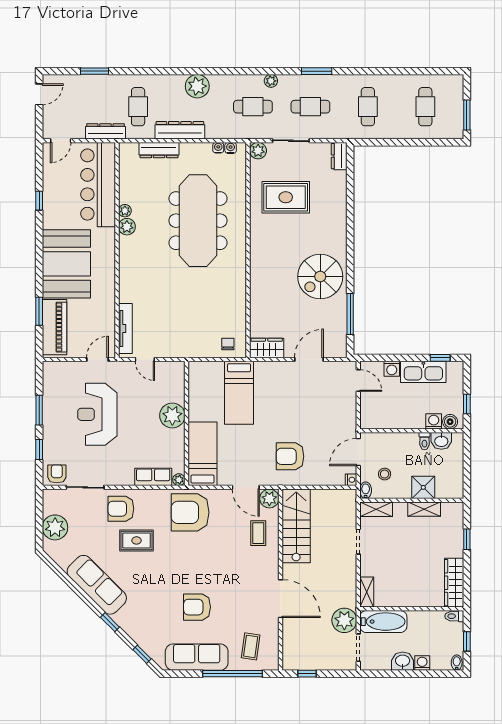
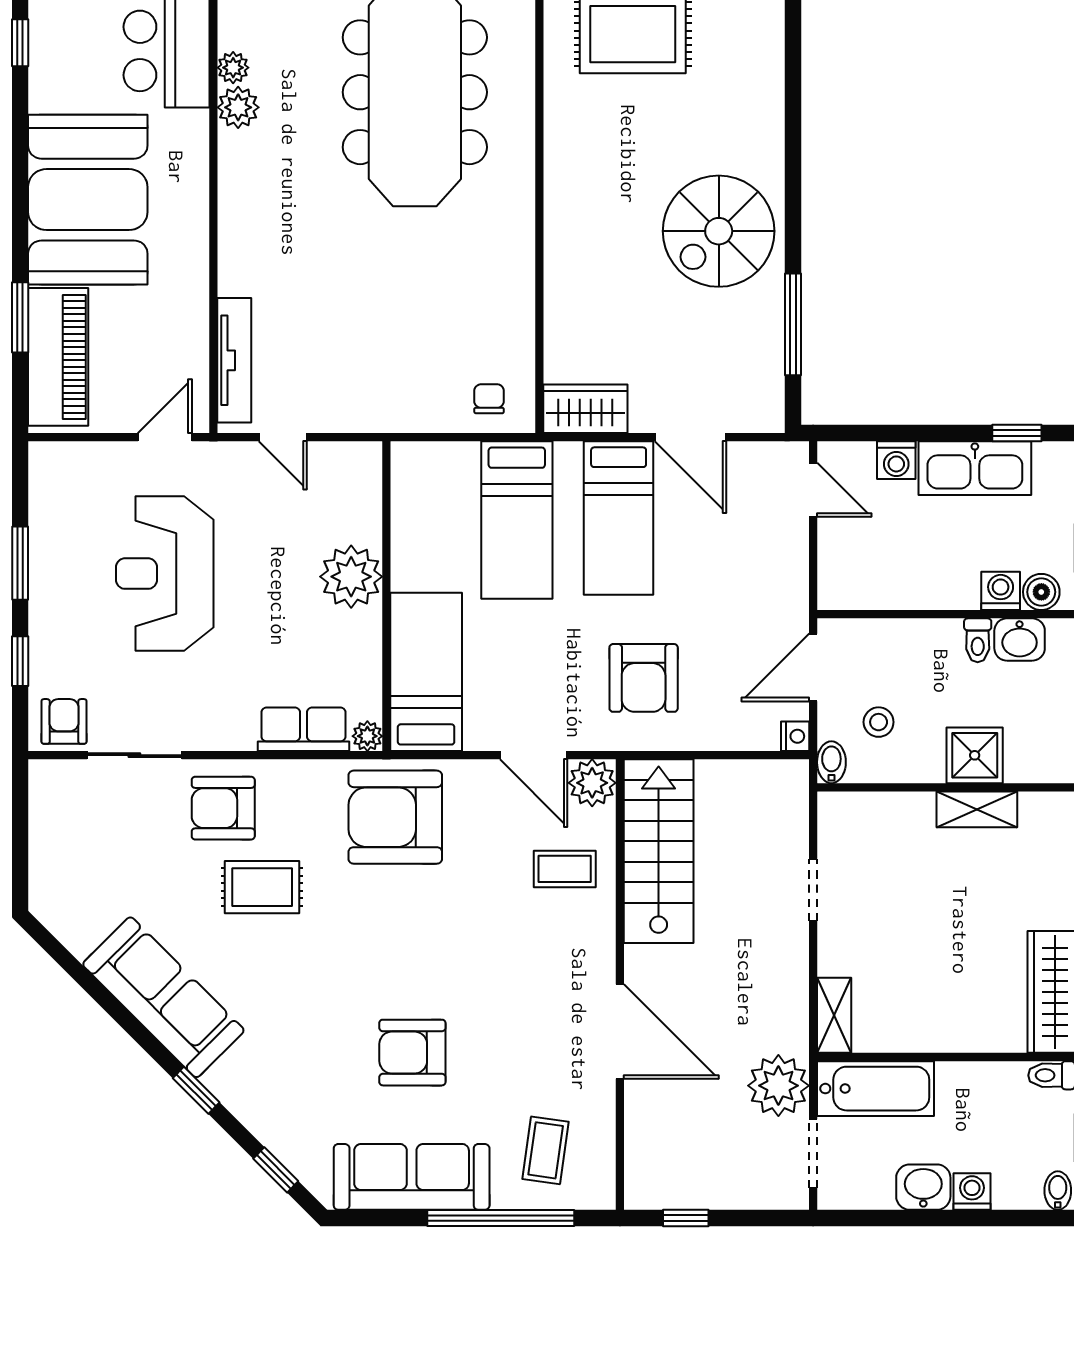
door: (309, 359) -> (691, 437), swing flipped
bed: (280, 392) -> (619, 518), added
armchair: (290, 456) -> (644, 678), turned -90
shelving: (376, 509) -> (857, 809), removed
plant: (55, 527) -> (59, 855), removed
coffee table: (258, 533) -> (565, 869), turned 90

